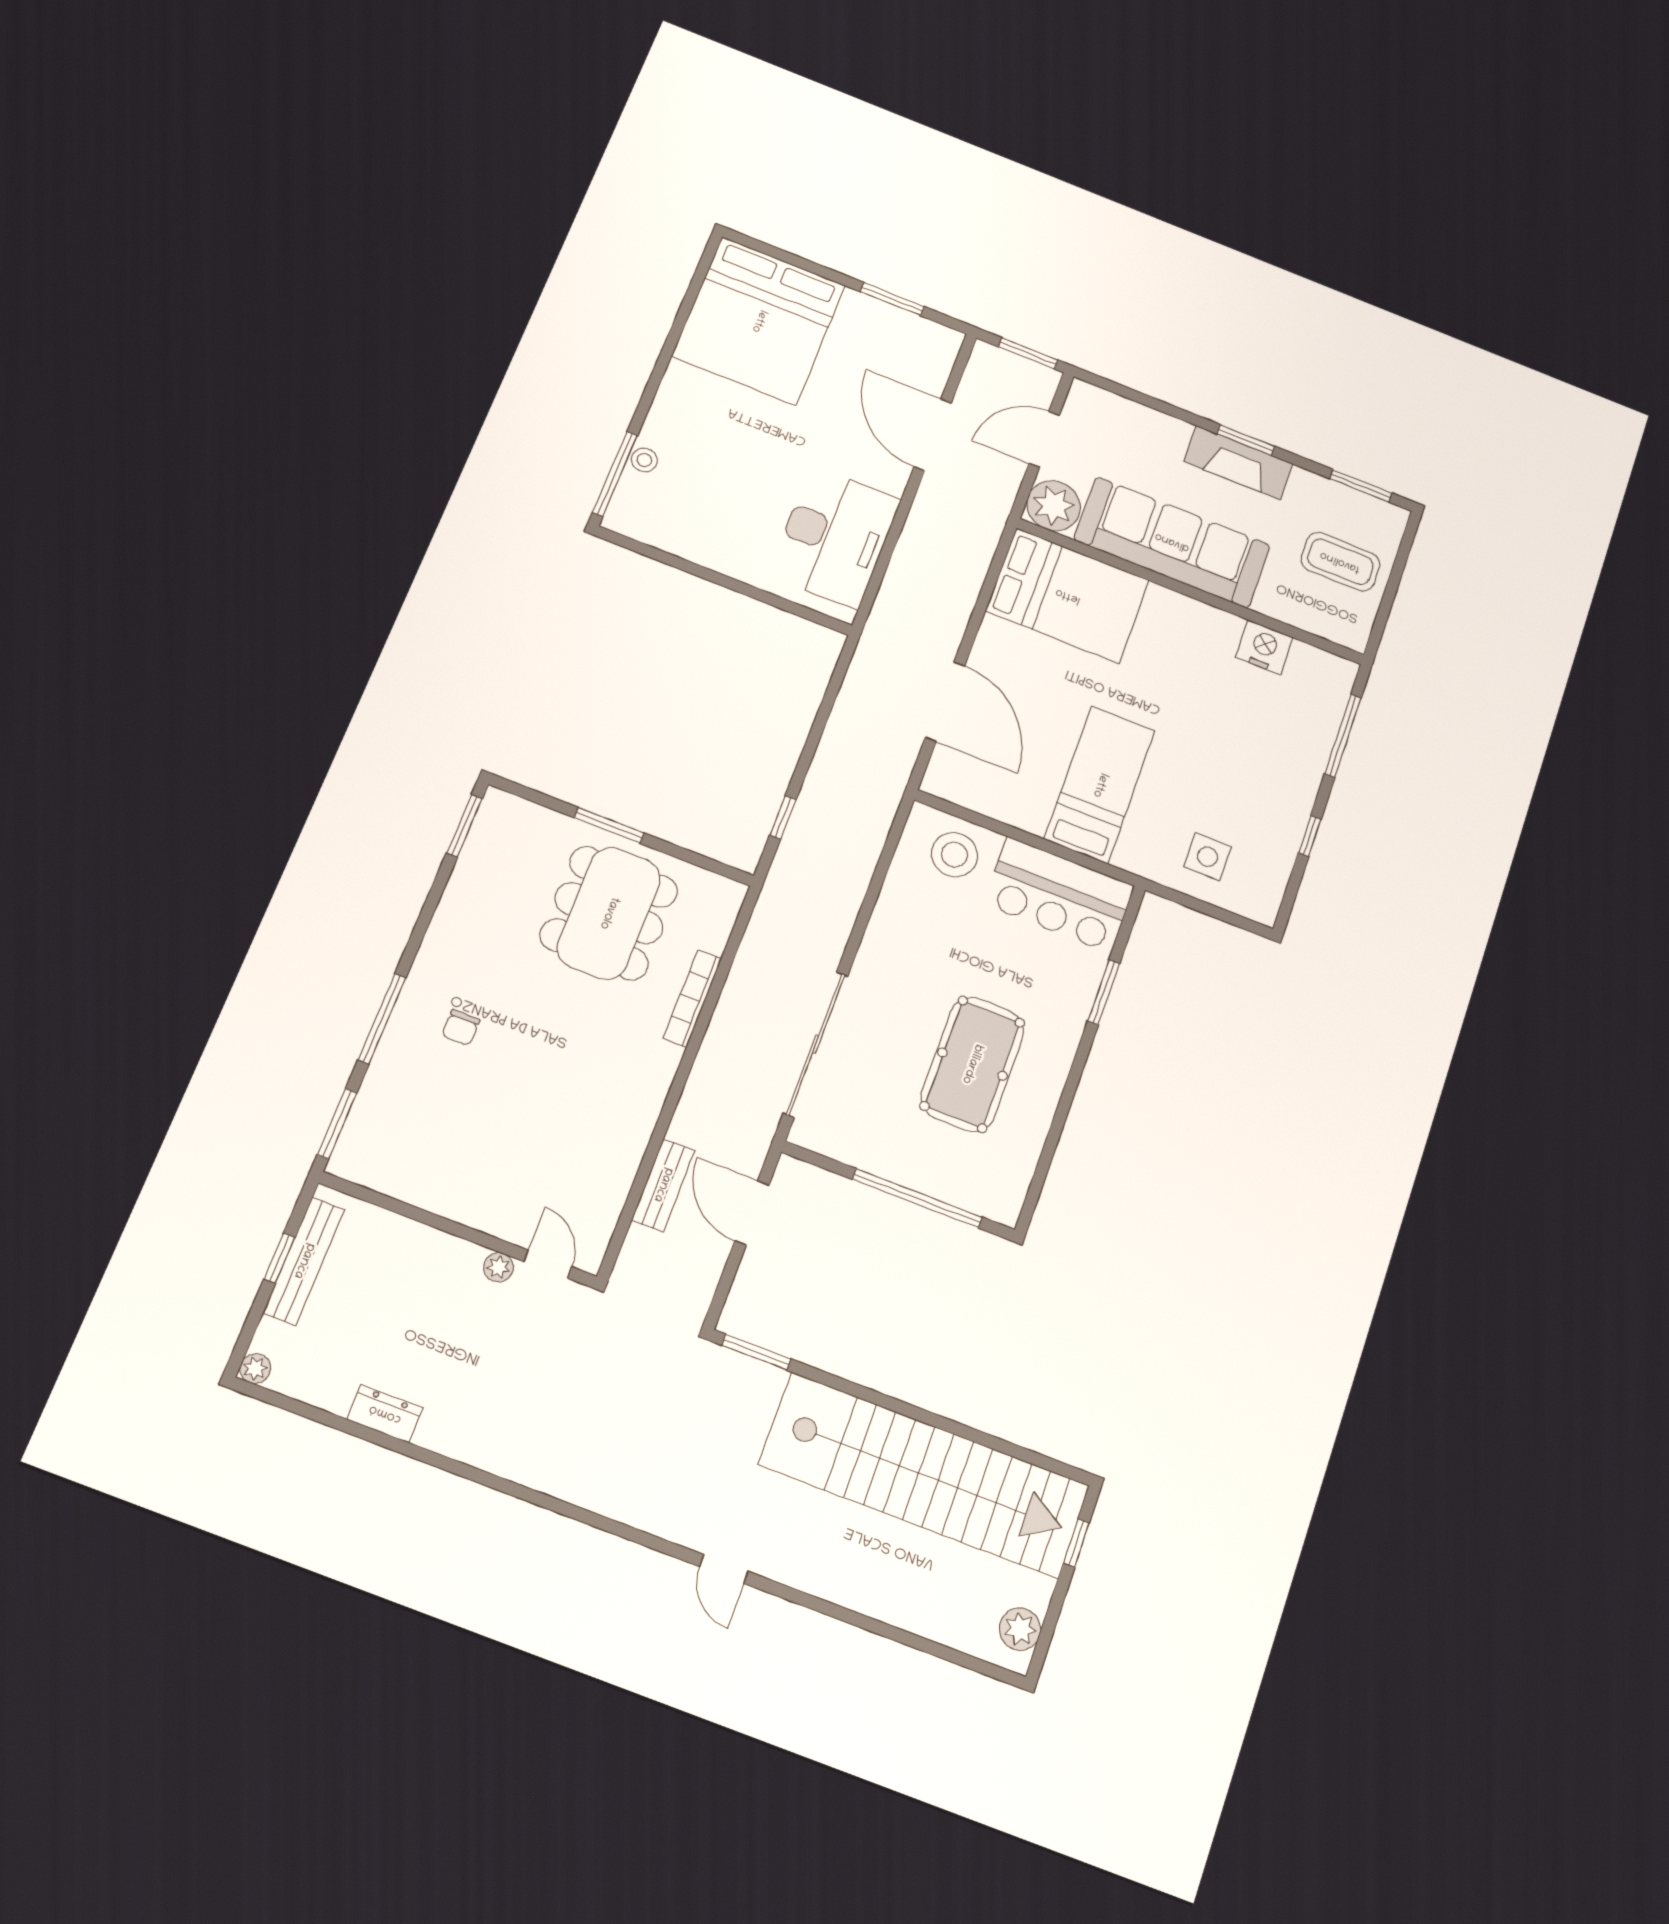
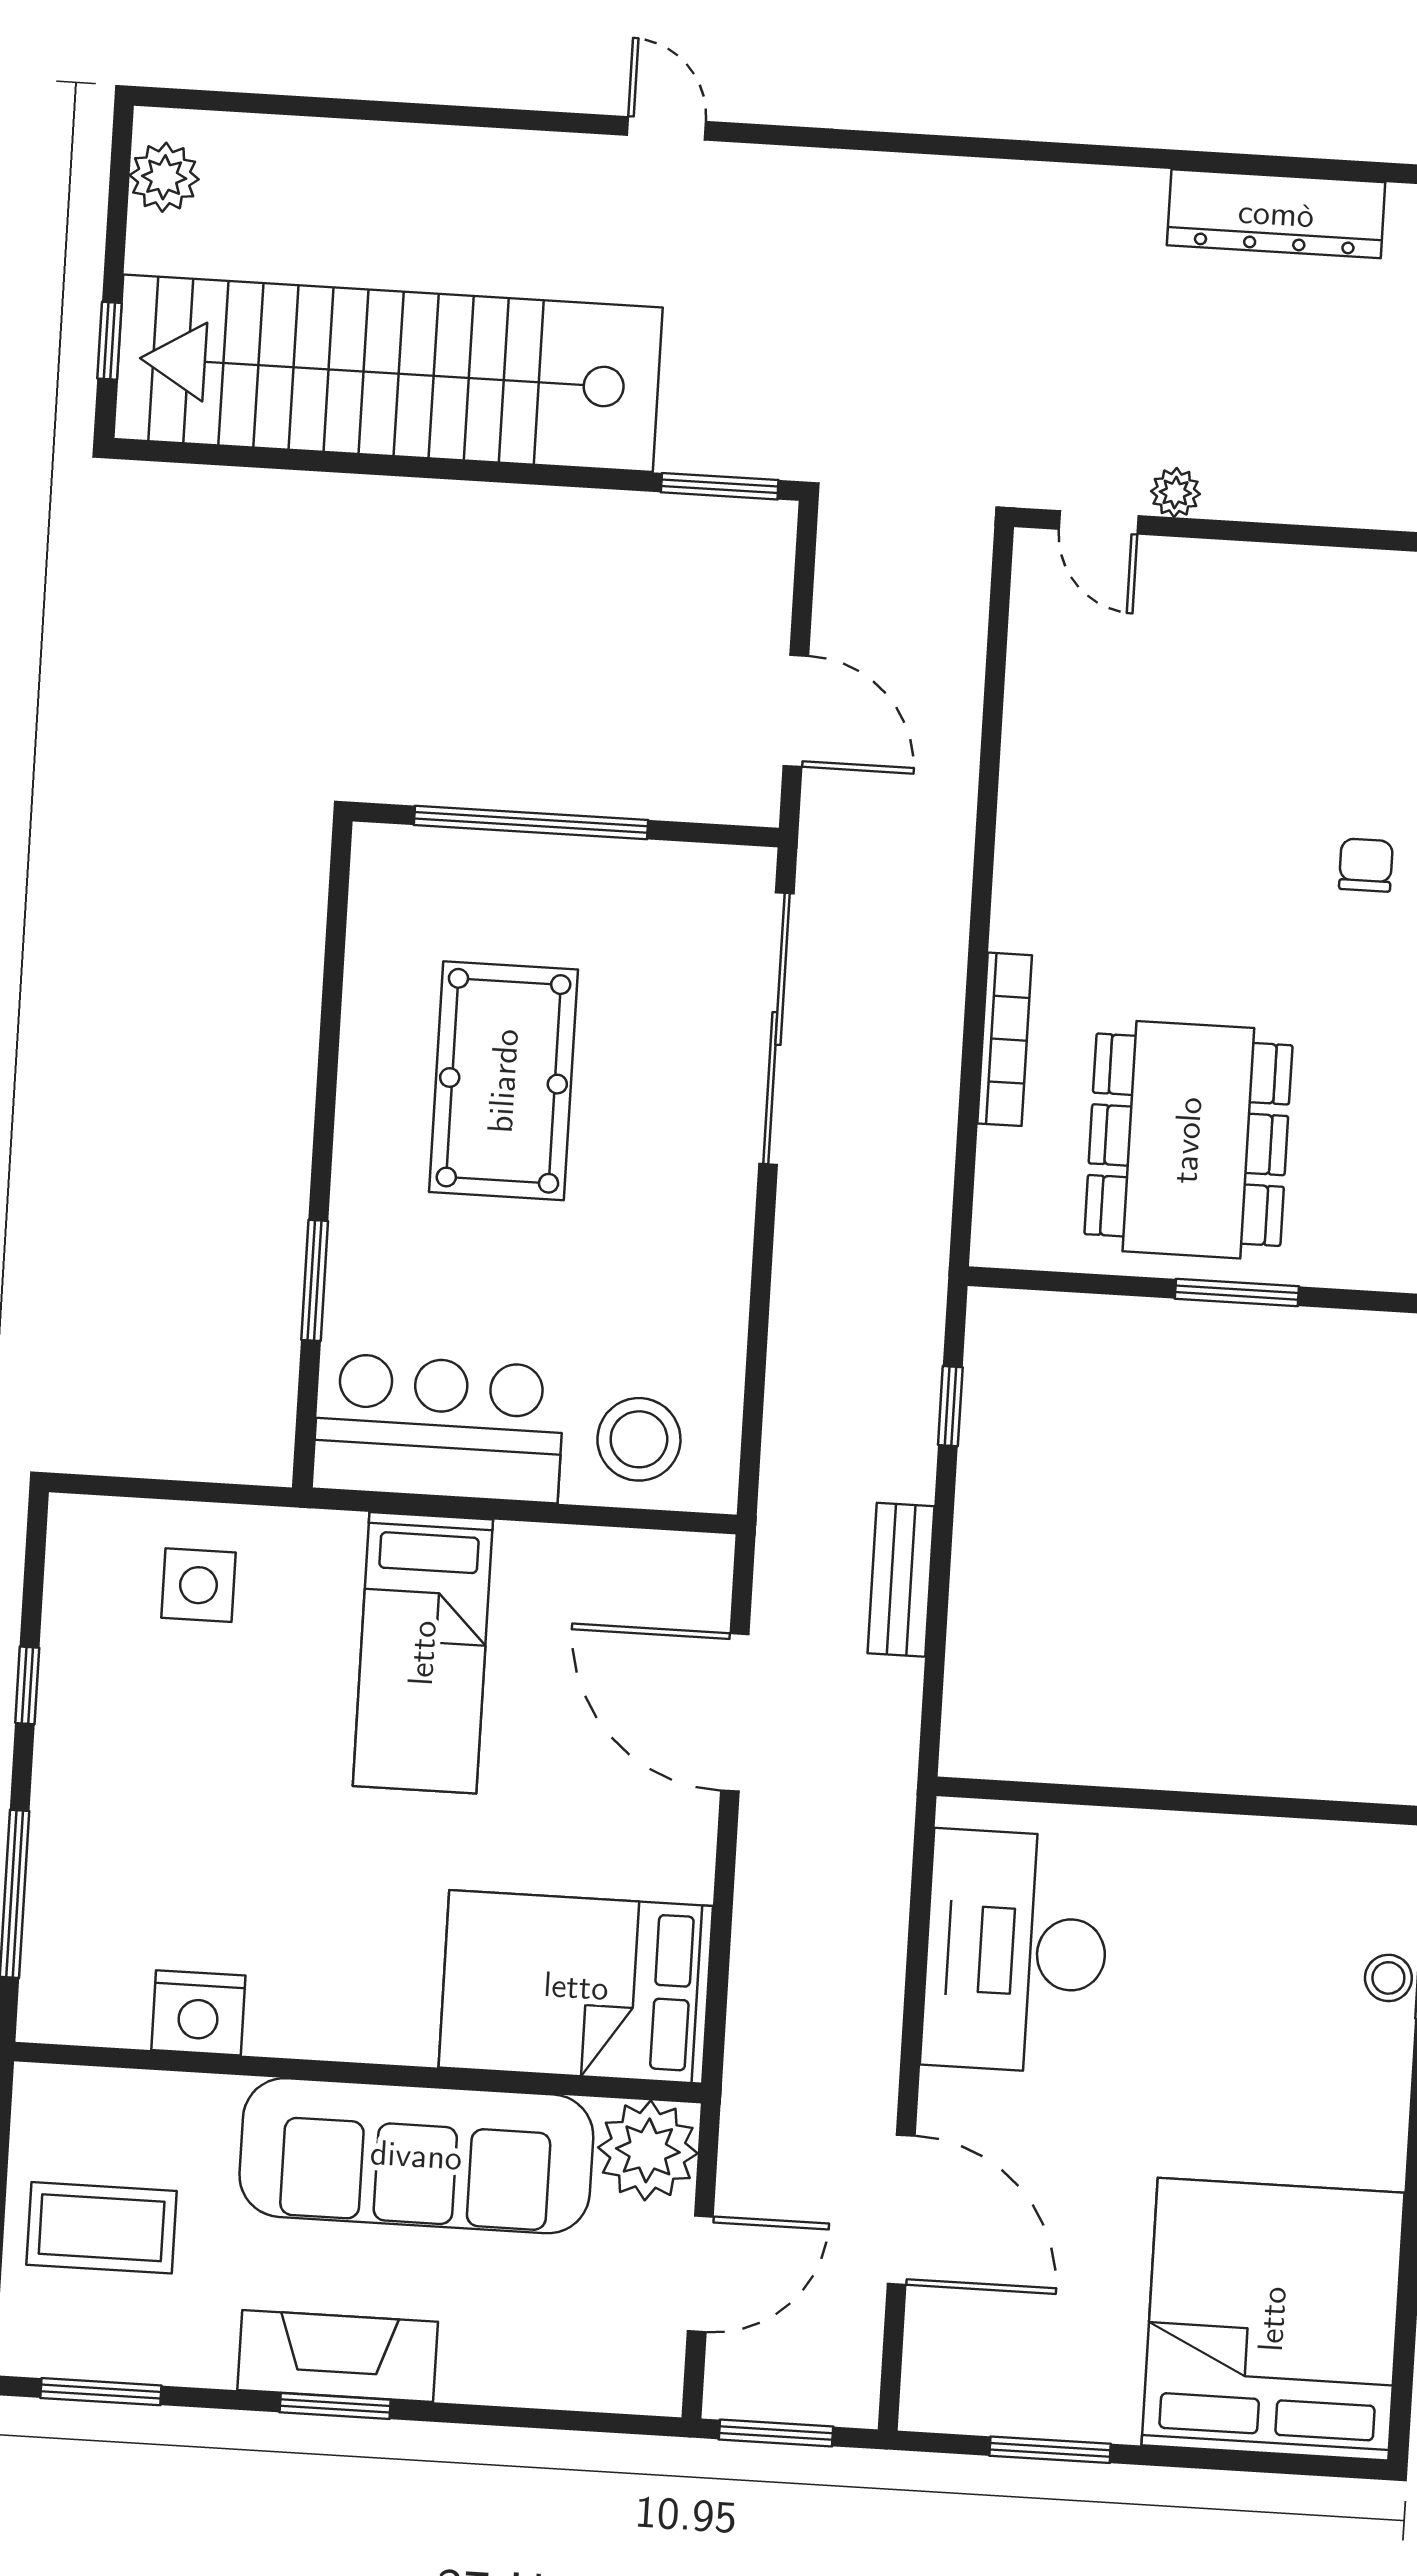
bench: (663, 1185) -> (901, 1580), moved
dresser: (385, 1414) -> (1276, 214), width x1.96, depth x1.24

